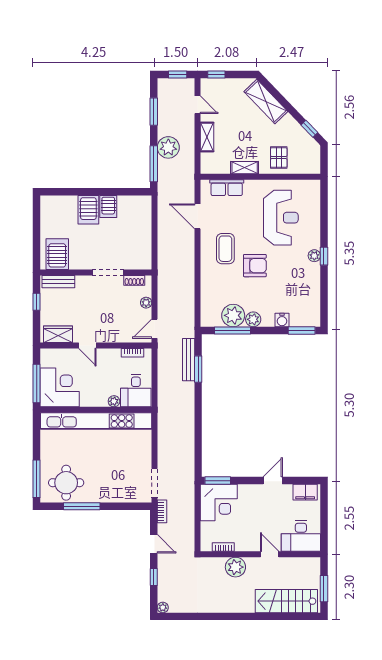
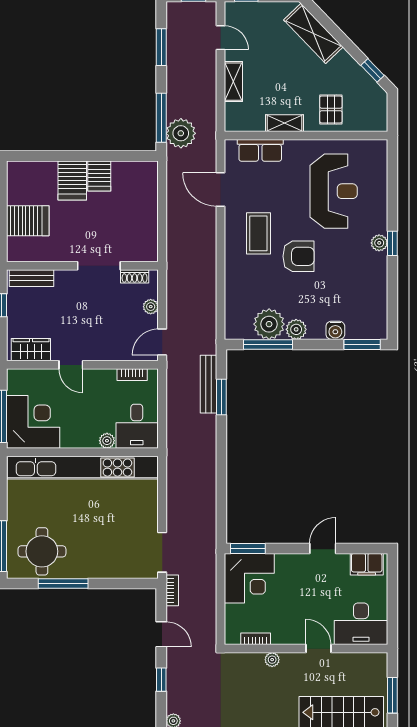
plant: (168, 147) -> (181, 133), moved
server rack: (57, 254) -> (28, 221), moved, turned 90
plant: (235, 567) -> (272, 660), width x0.53, depth x0.53

